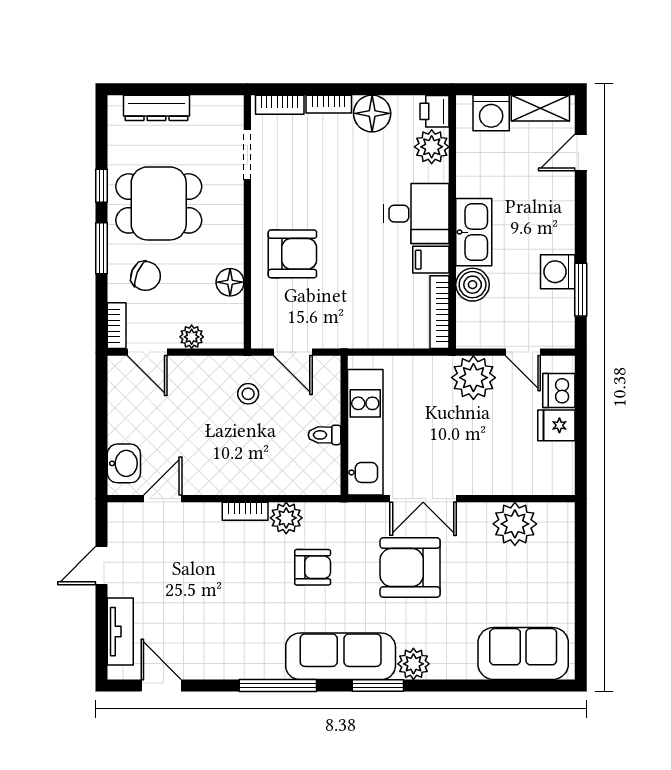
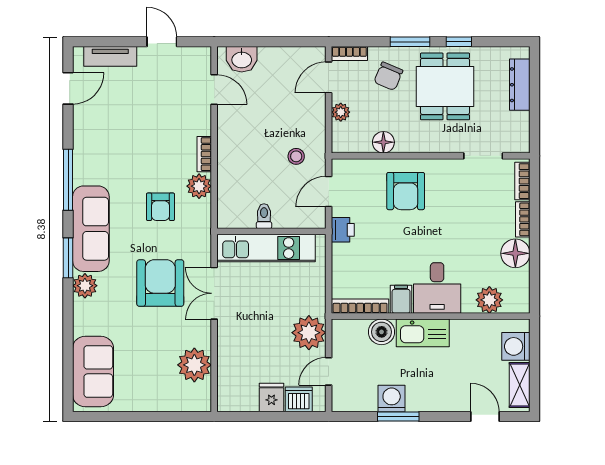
printer: (434, 111) -> (343, 230), moved, turned 90
window: (581, 290) -> (398, 417), moved

